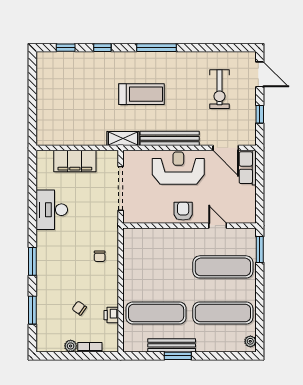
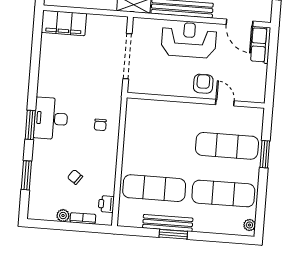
filing cabinet: (75, 161) -> (64, 23), moved
desk: (52, 210) -> (51, 118), moved
armchair: (183, 211) -> (203, 84), moved
window: (260, 249) -> (265, 154), moved
printer: (111, 315) -> (106, 204), moved

